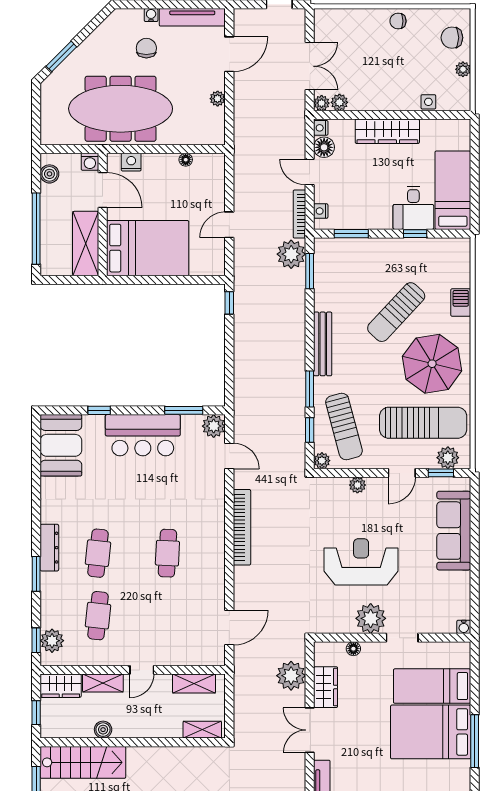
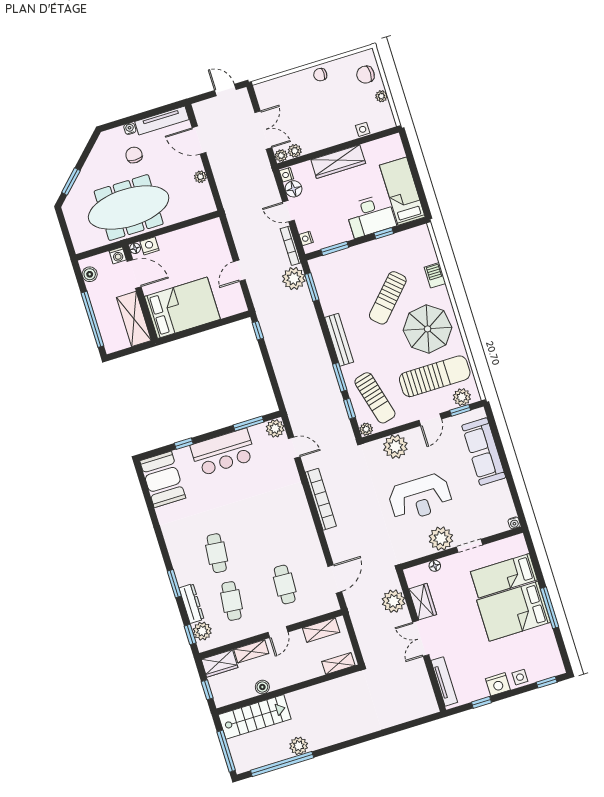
door: (229, 54) -> (199, 140), swing flipped
floor lamp: (186, 160) -> (135, 248), moved
desk: (413, 208) -> (371, 216), width x1.37
plant: (357, 485) -> (395, 447), width x1.87, depth x1.87
dresser: (49, 548) -> (192, 604), moved
cafe table: (167, 553) -> (285, 585), moved
reception desk: (361, 562) -> (420, 497), turned 180

